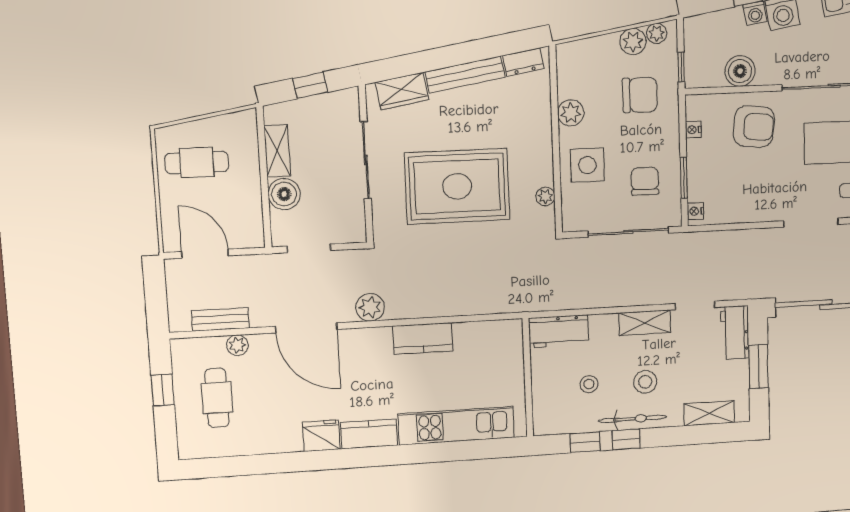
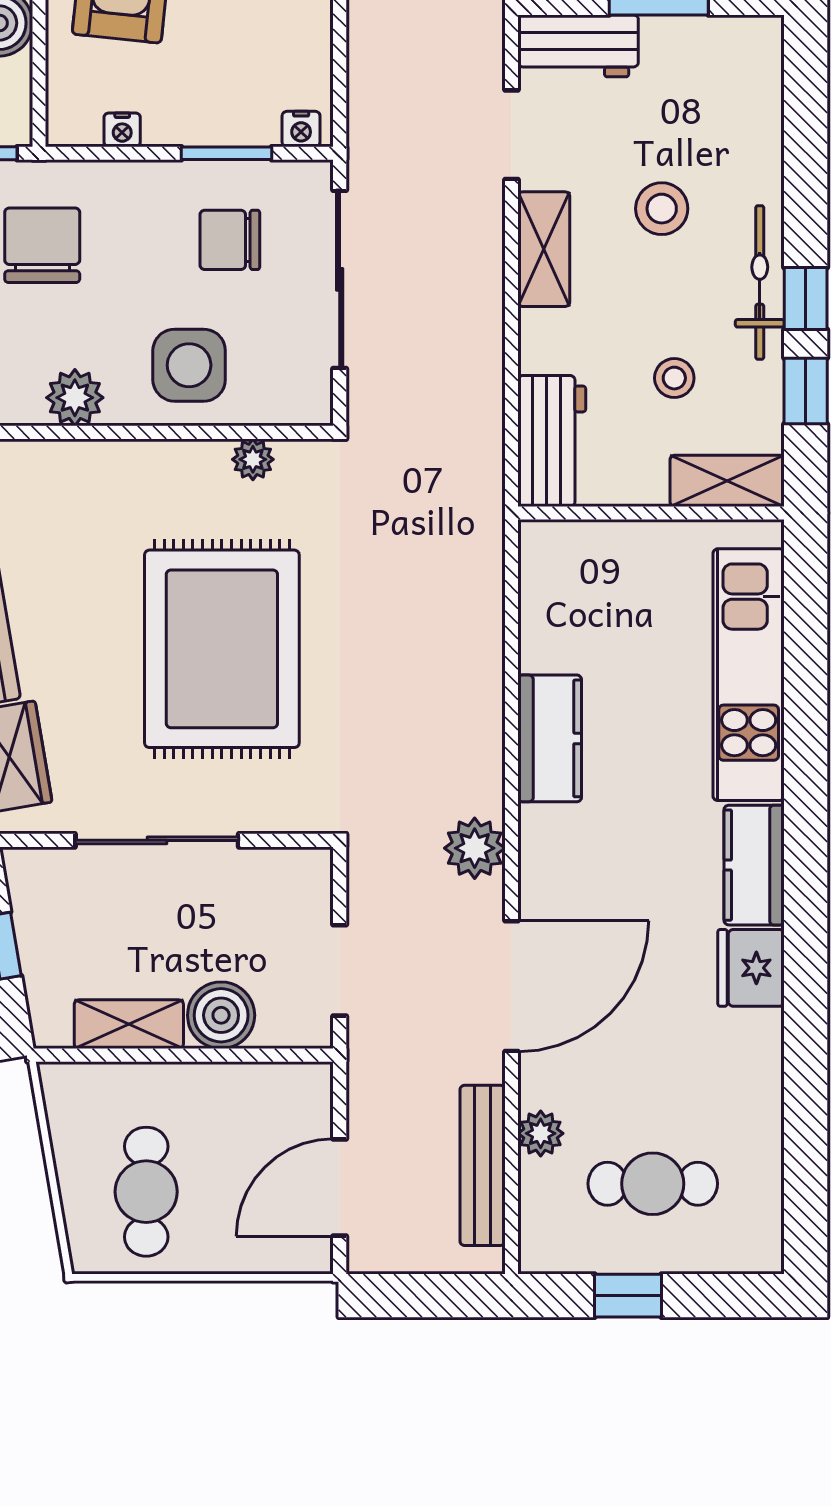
bench: (220, 319) -> (483, 1165), width x1.36
stool: (645, 382) -> (662, 209), moved
shelving: (709, 413) -> (727, 481), moved, turned 90

